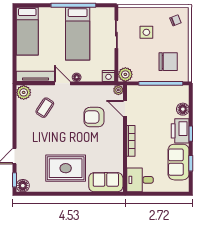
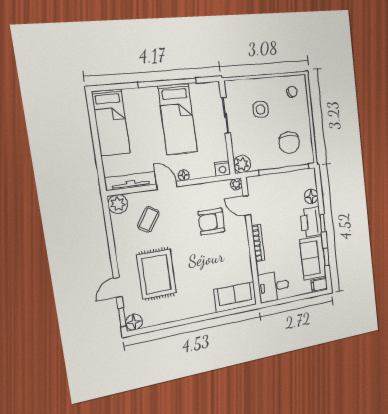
chair: (168, 62) -> (289, 143), turned 90
rug: (66, 168) -> (157, 274), moved, turned 90
filing cabinet: (182, 187) -> (319, 285), added

